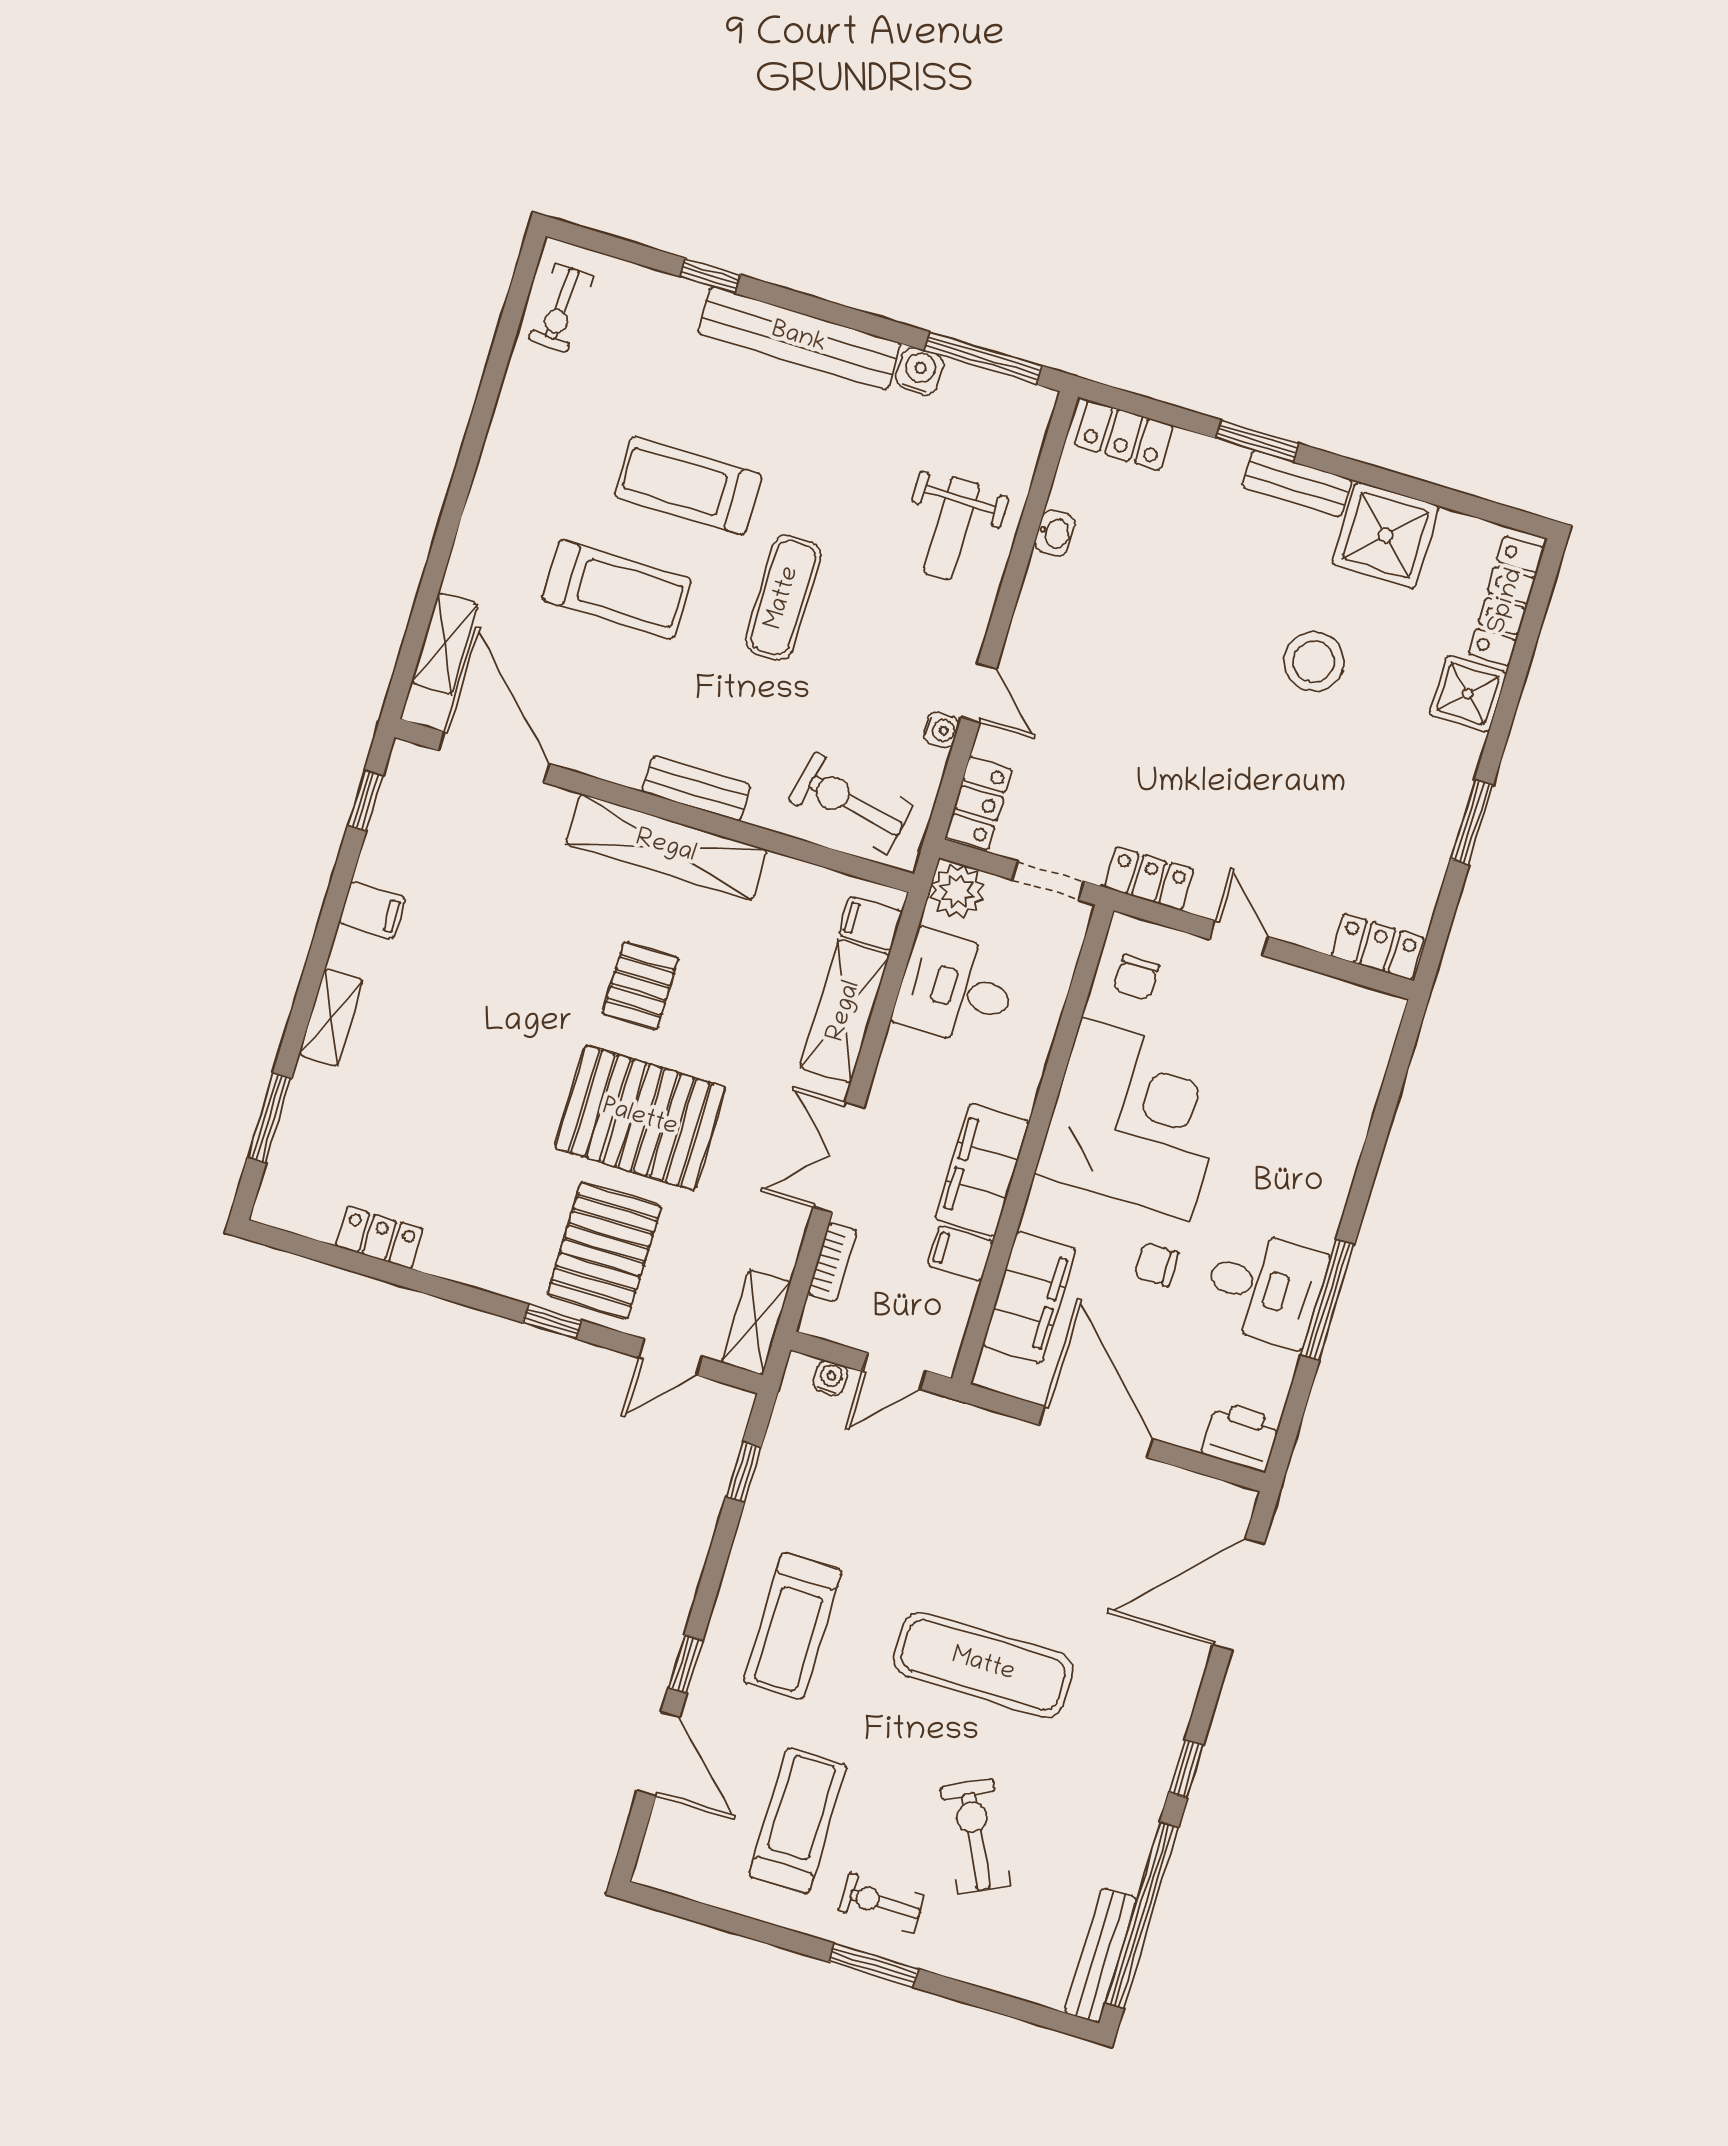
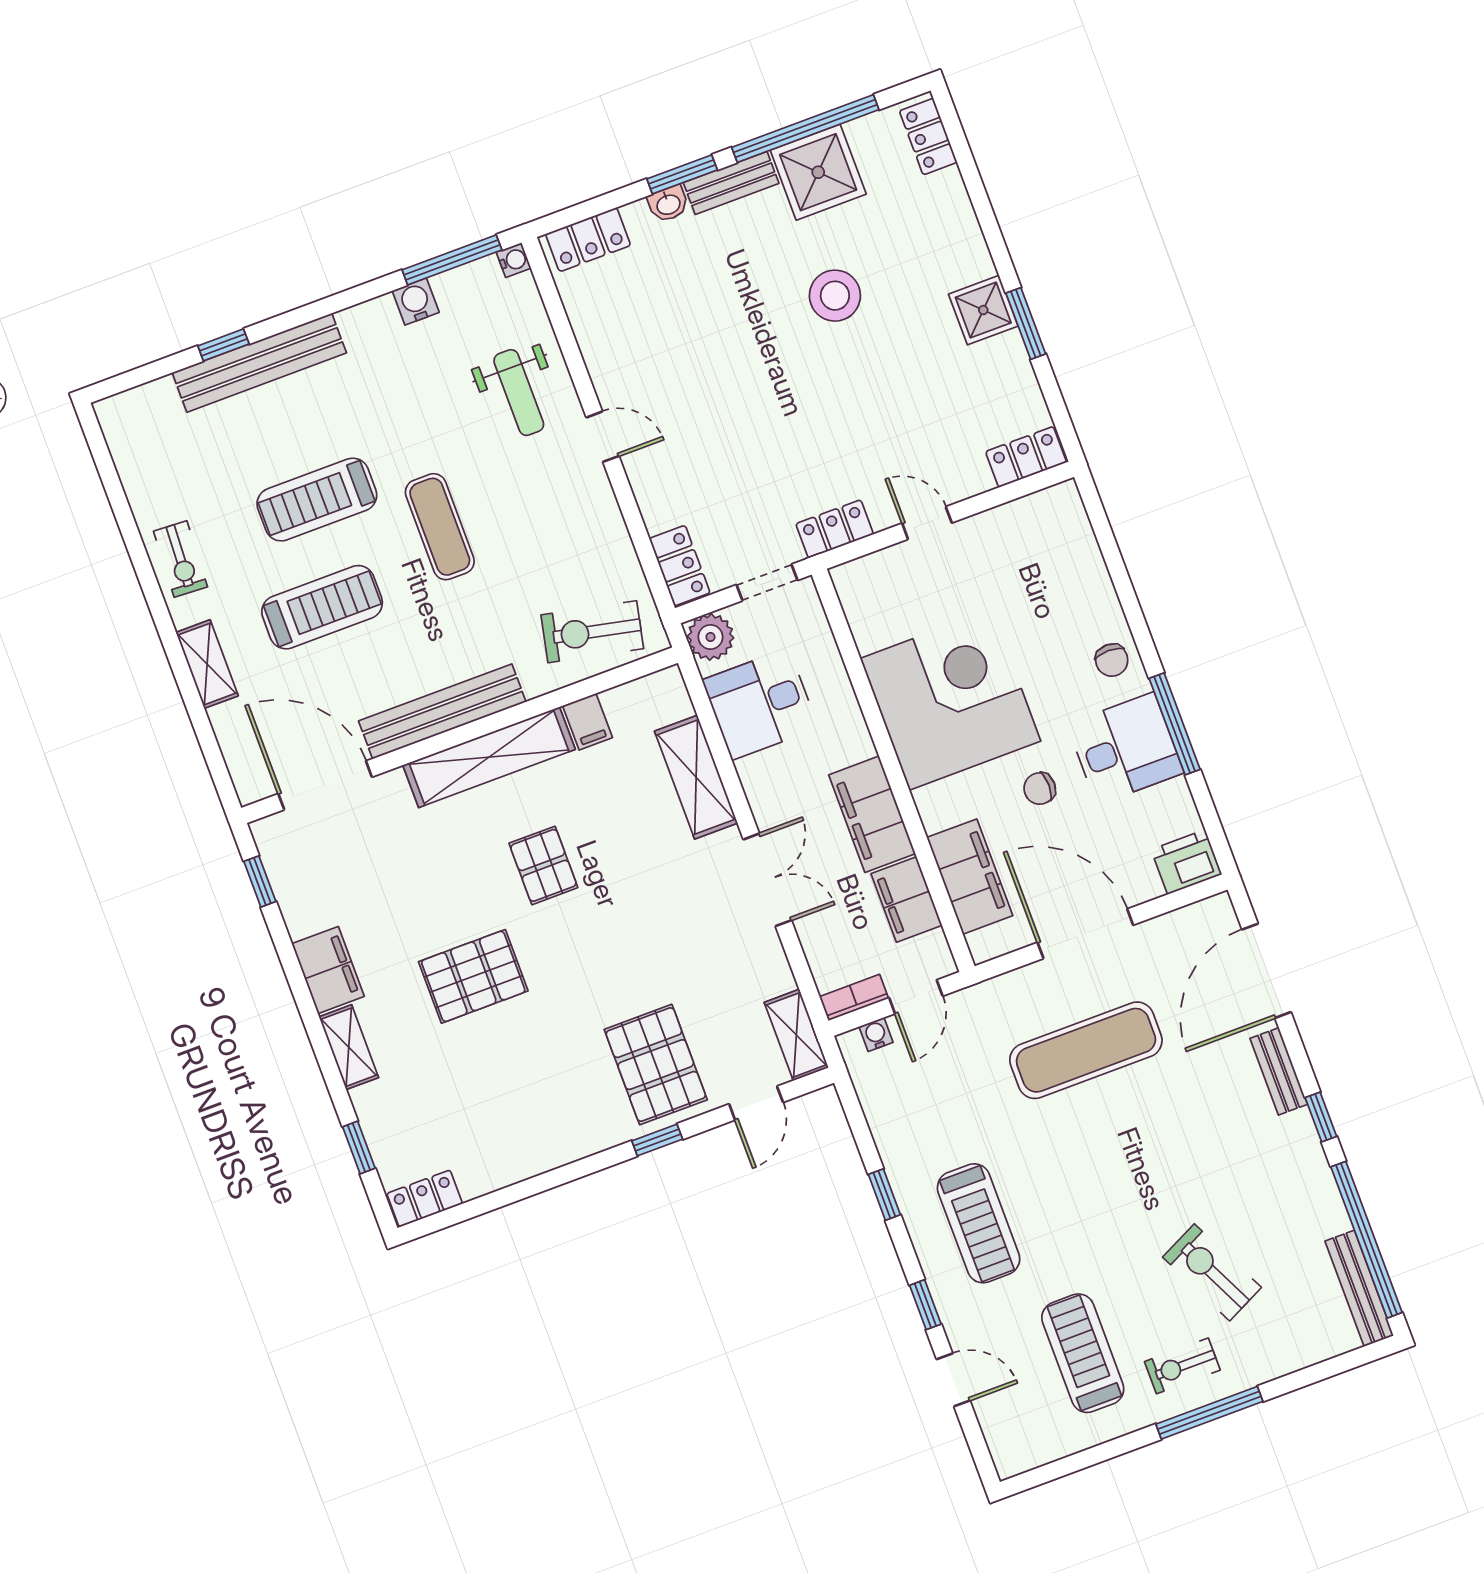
exercise bike: (561, 307) -> (181, 559), moved
bench: (799, 338) -> (259, 363), moved
window: (1404, 485) -> (805, 129), added
washbasin: (1055, 533) -> (668, 204), moved, turned 90
locker: (1507, 601) -> (928, 137), width x0.66
shelving: (445, 644) -> (207, 664), moved
door: (979, 692) -> (603, 437), moved
shower: (1468, 694) -> (983, 310), moved
water cooler: (941, 730) -> (514, 260), moved
bench: (696, 788) -> (442, 711), width x1.86, depth x1.21
filing cabinet: (372, 910) -> (328, 970), width x2.00
filing cabinet: (870, 923) -> (588, 722), moved, turned -90
chair: (1136, 977) -> (1112, 660), moved
window: (270, 1118) -> (359, 1148), width x0.67
pallet: (640, 1118) -> (473, 976), moved, width x0.73, depth x0.71
double door: (839, 1157) -> (767, 880), swing flipped
locker: (379, 1237) -> (425, 1199), moved
filing cabinet: (960, 1254) -> (907, 900), width x2.00
bookcase: (832, 1262) -> (854, 997), moved, turned -90
window: (743, 1472) -> (884, 1195), moved
exercise mat: (983, 1665) -> (1086, 1050), moved
bench: (1179, 1697) -> (1279, 1071), added
door: (658, 1754) -> (953, 1380), width x0.73
window: (873, 1965) -> (1209, 1413), width x1.44

